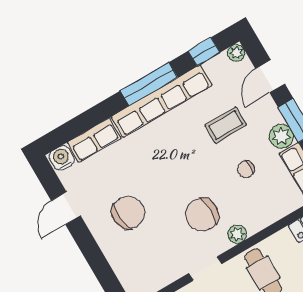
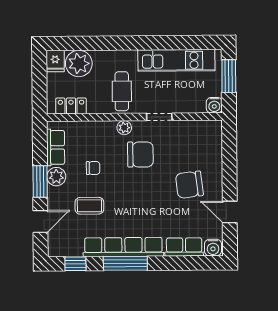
plant: (236, 53) -> (54, 250), removed
door: (66, 208) -> (230, 212), swing flipped

